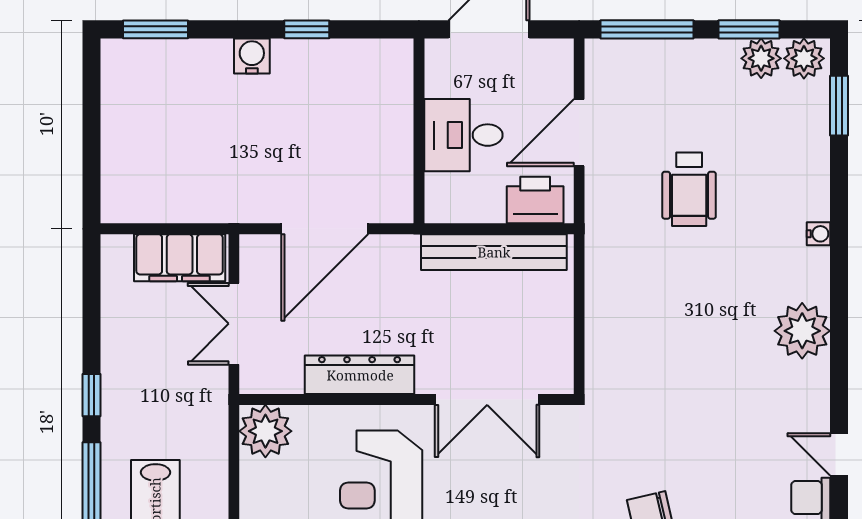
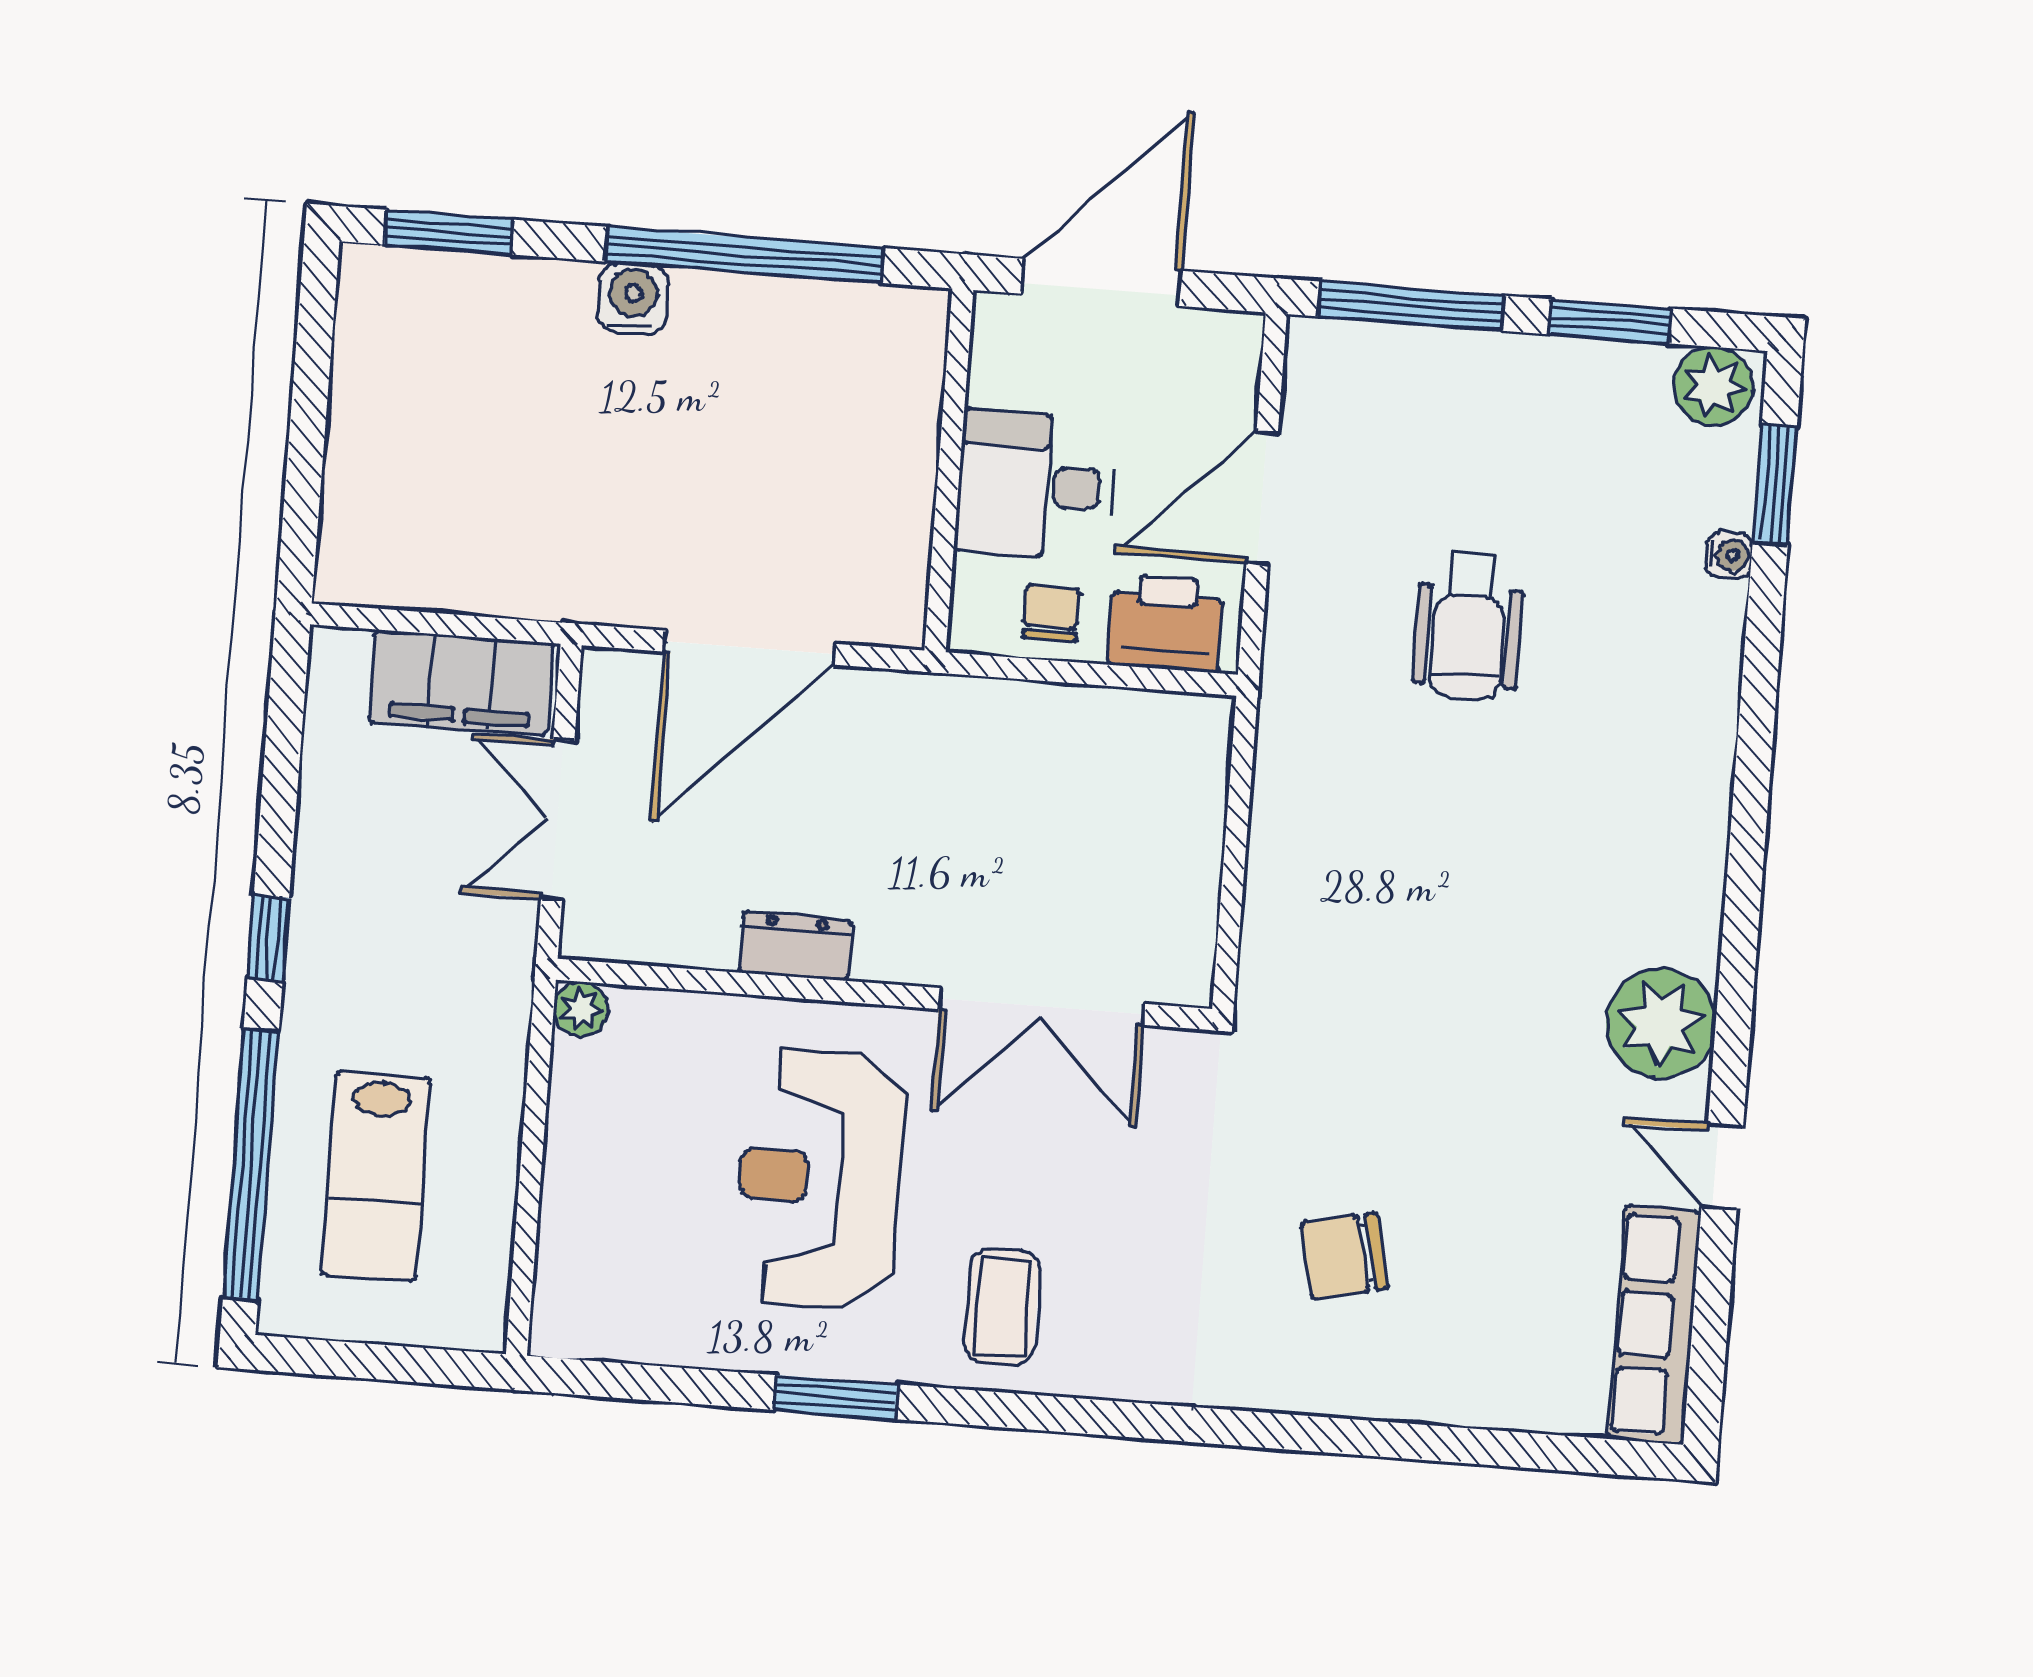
window: (307, 29) -> (745, 255), width x3.17
plant: (761, 58) -> (1629, 380), removed
chair: (476, 199) -> (1051, 613), added
water cooler: (818, 234) -> (1729, 555), moved
bench: (494, 252) -> (1077, 719), removed
plant: (802, 331) -> (1661, 1023), moved
dresser: (360, 375) -> (795, 946), width x0.51, depth x0.80
plant: (265, 431) -> (581, 1009), width x0.53, depth x0.53

